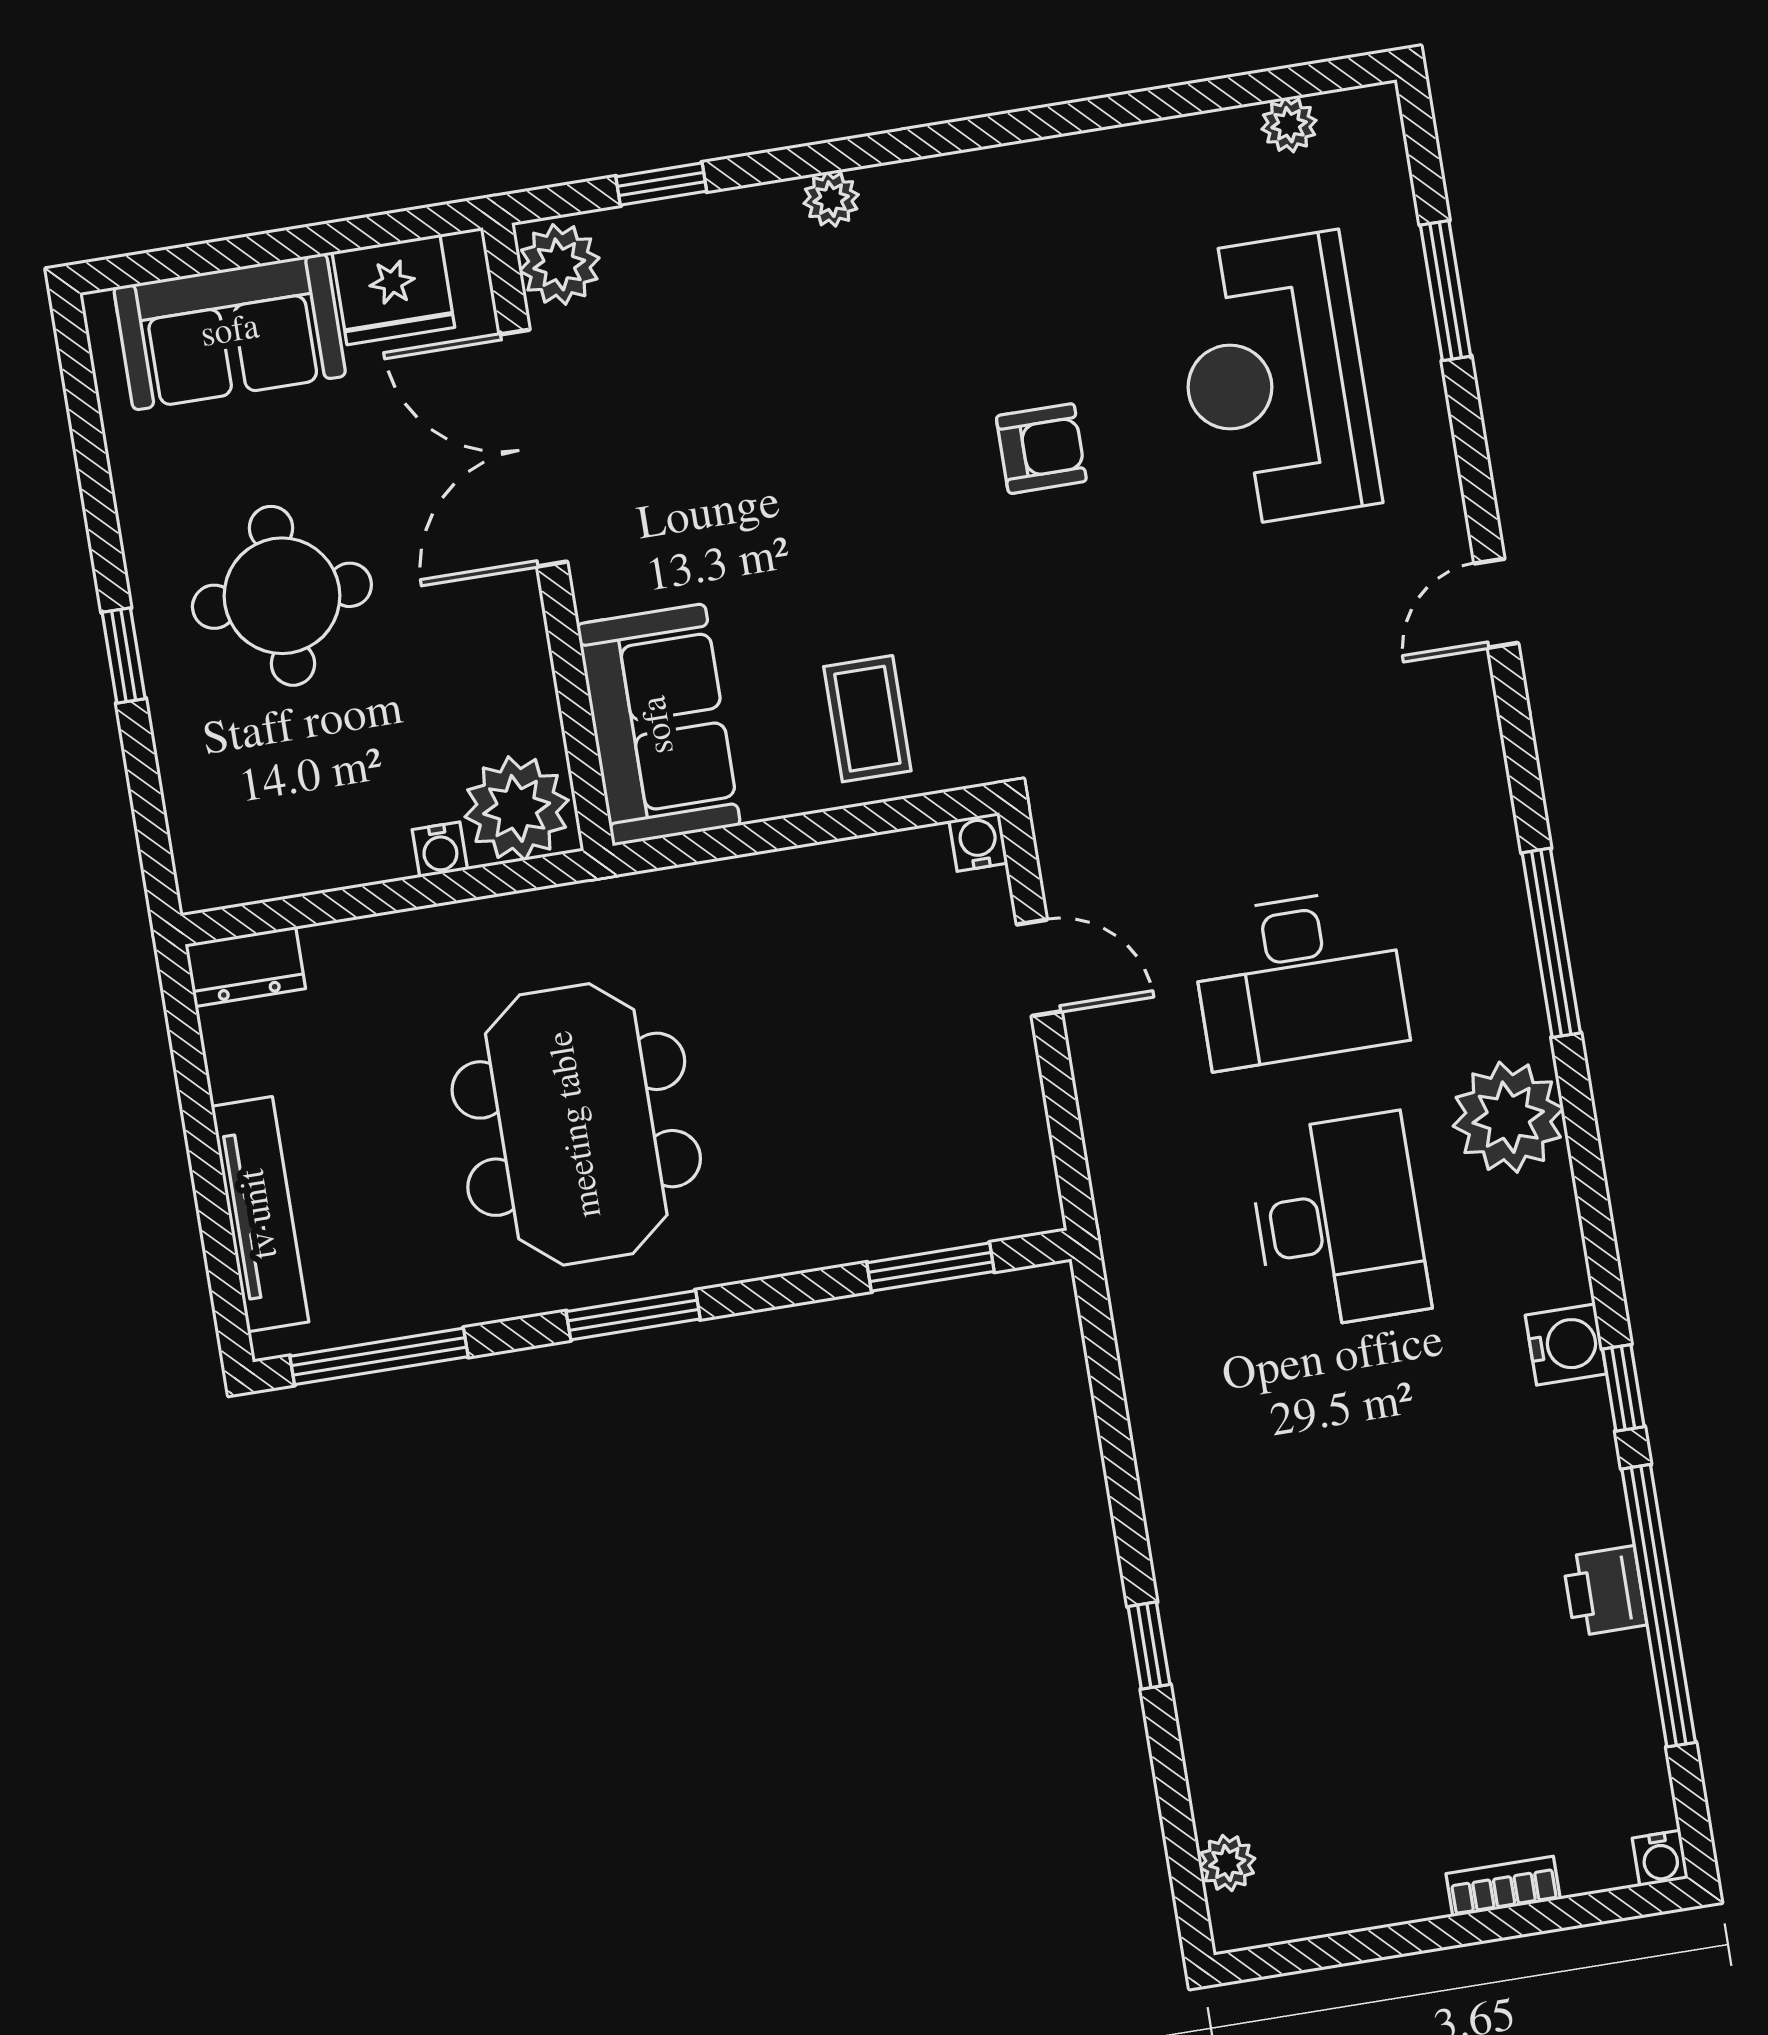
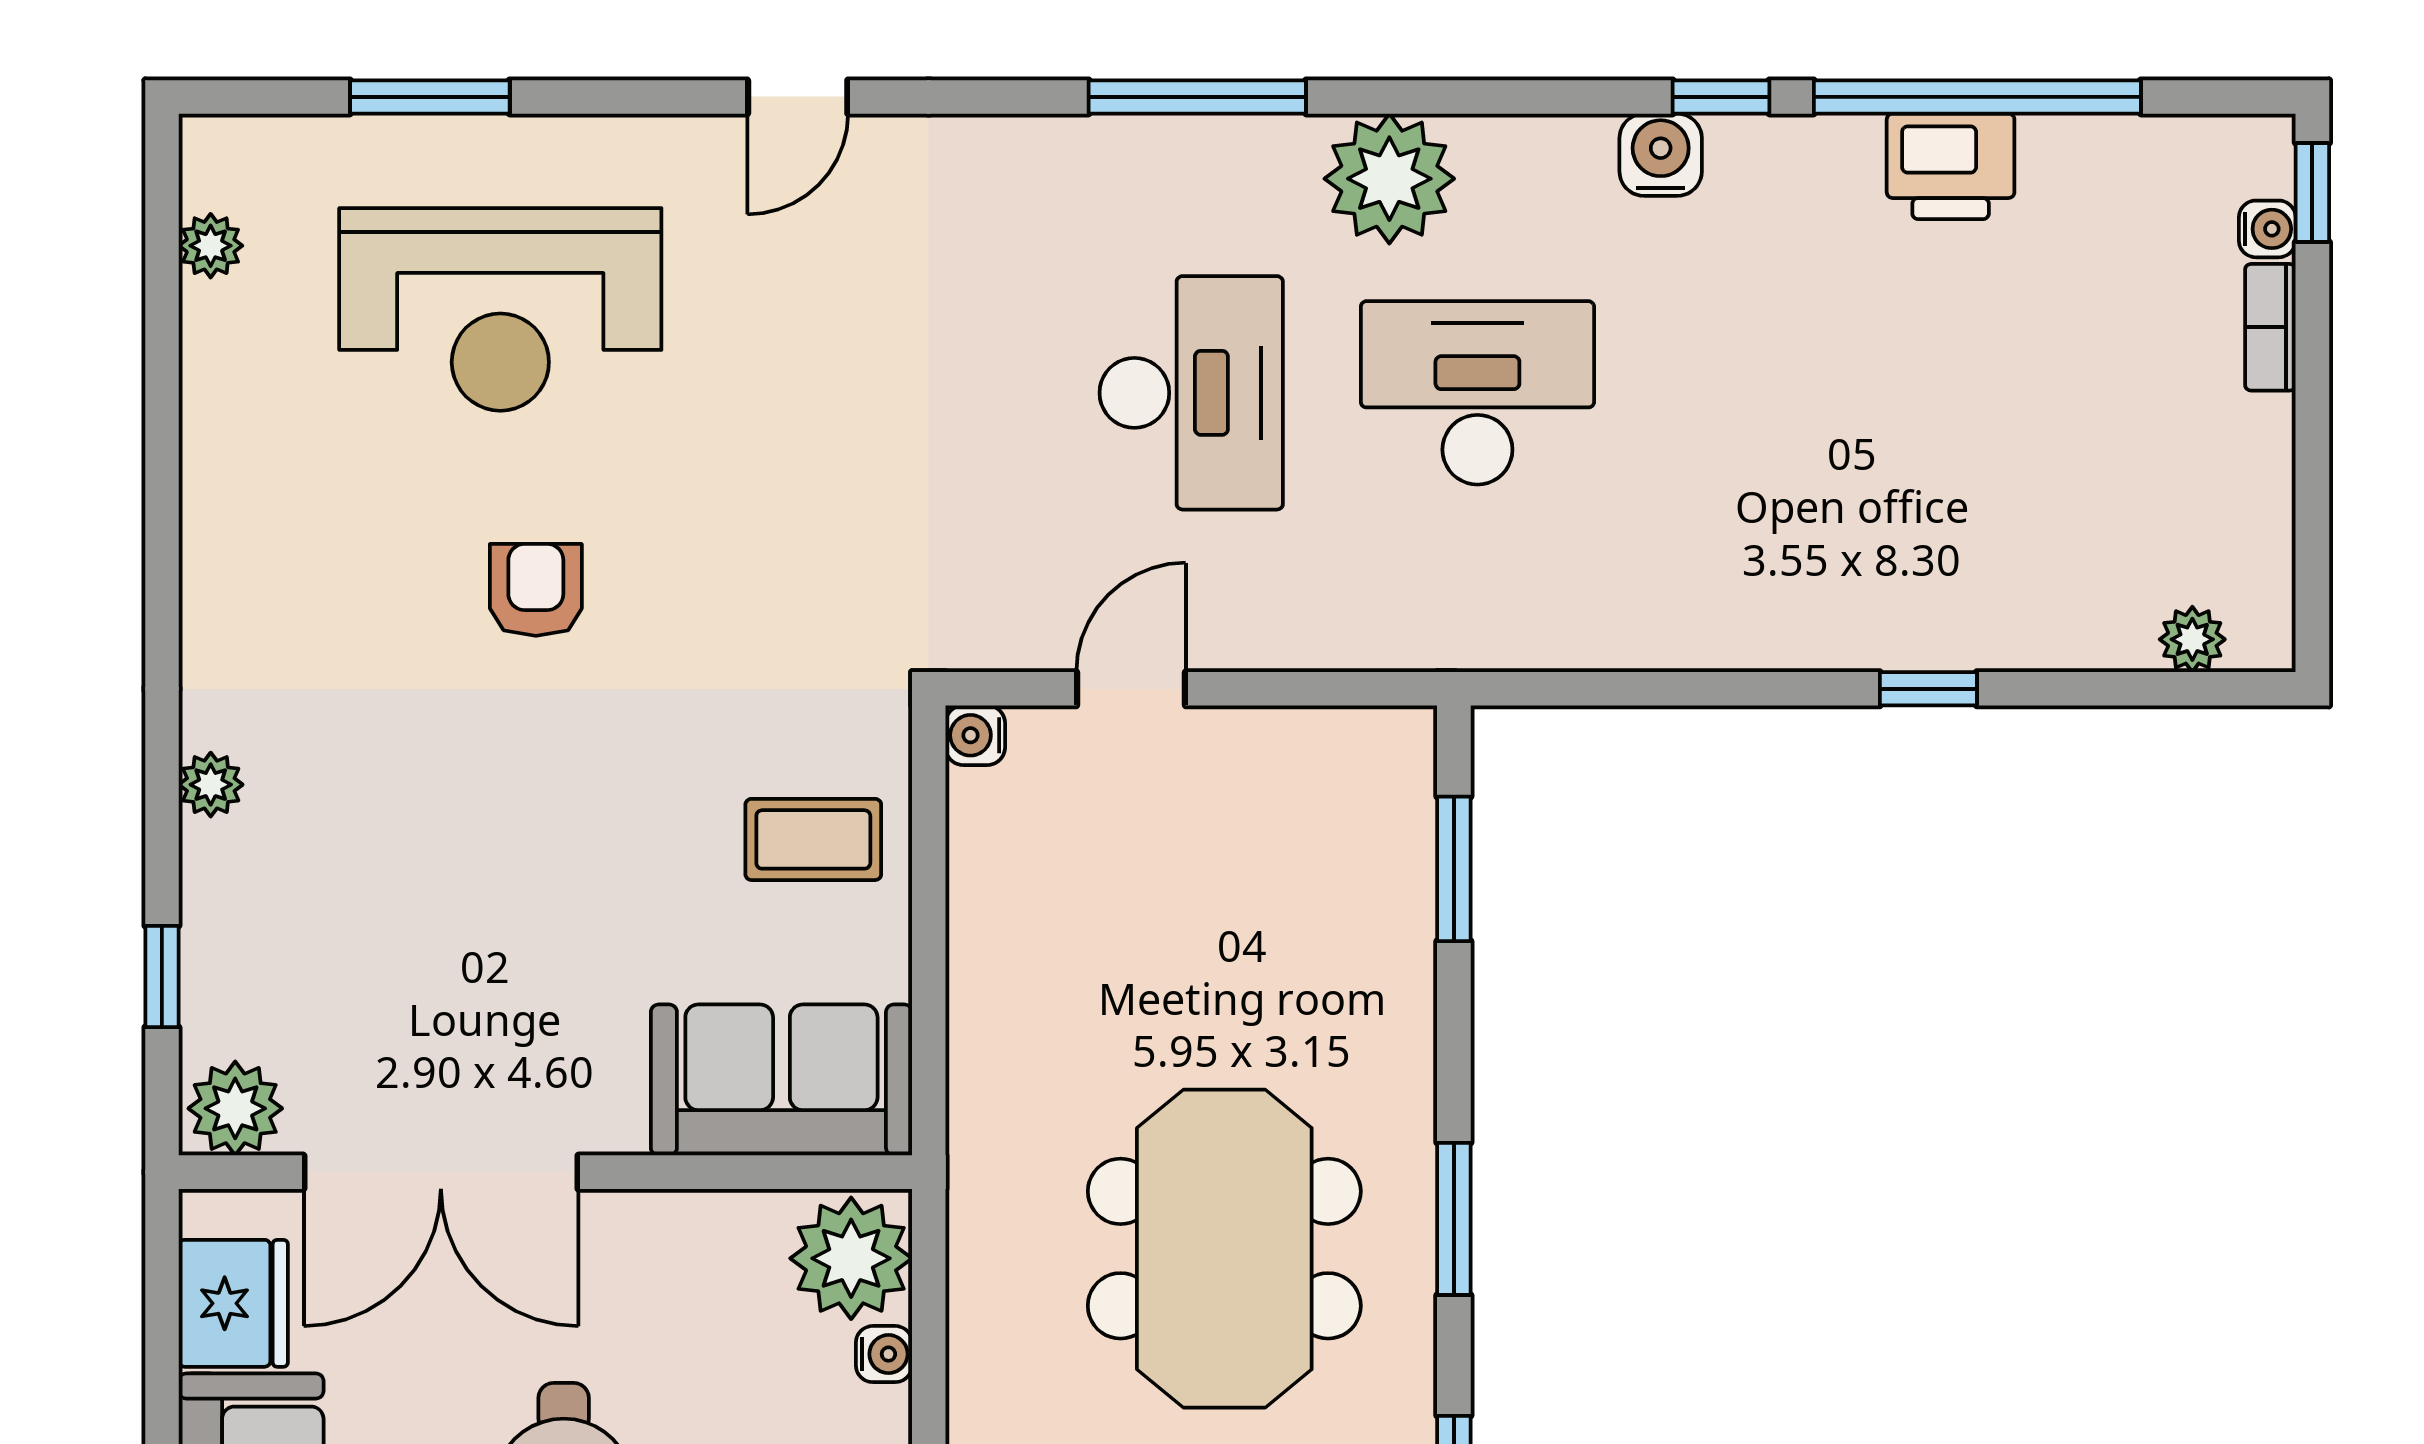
door: (1496, 603) -> (798, 97), hinge flipped
meeting table: (576, 1124) -> (1224, 1249), turned 90
printer: (1605, 1591) -> (1951, 166), width x1.36, depth x1.24
water cooler: (1660, 1858) -> (2267, 229), moved
window: (1623, 1904) -> (2312, 193), added

